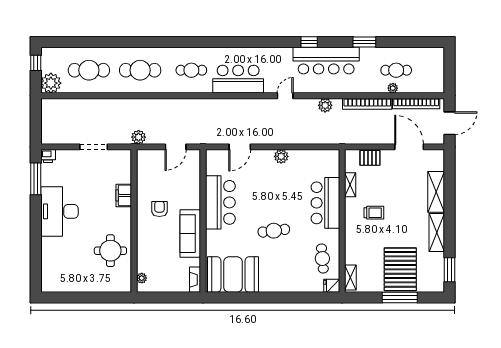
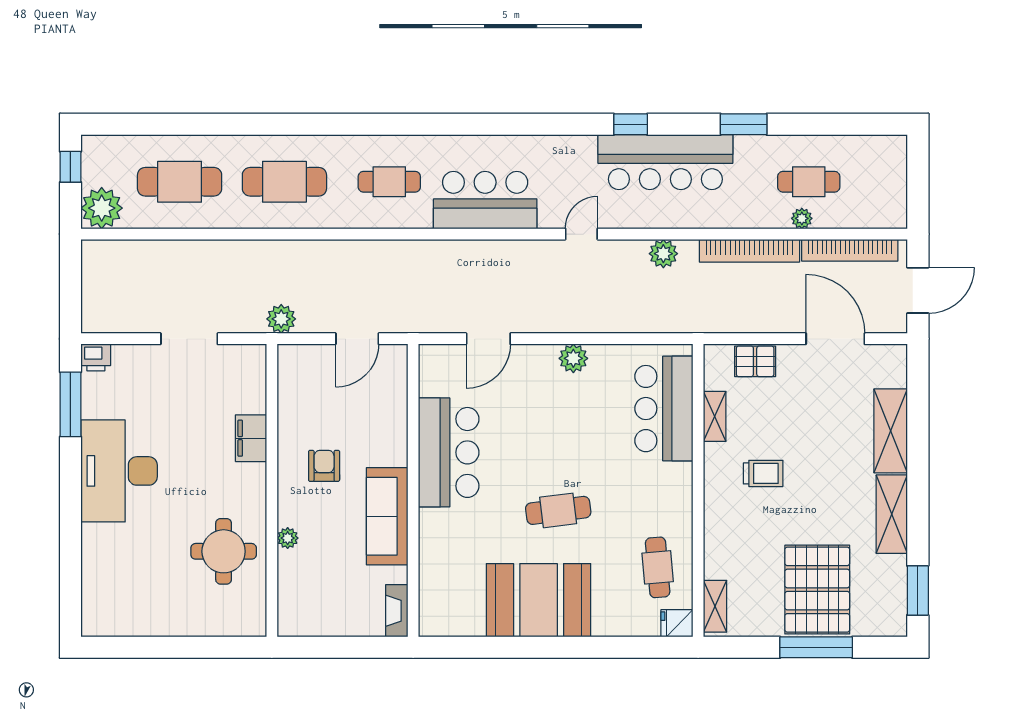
bar counter: (325, 203) -> (664, 409), moved
booth: (233, 275) -> (539, 600), moved
plant: (142, 278) -> (288, 538), moved

